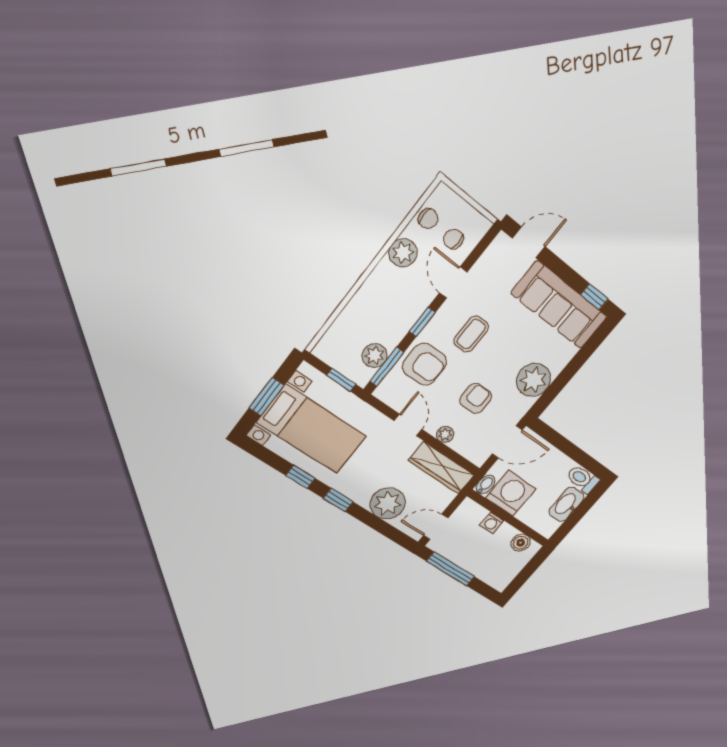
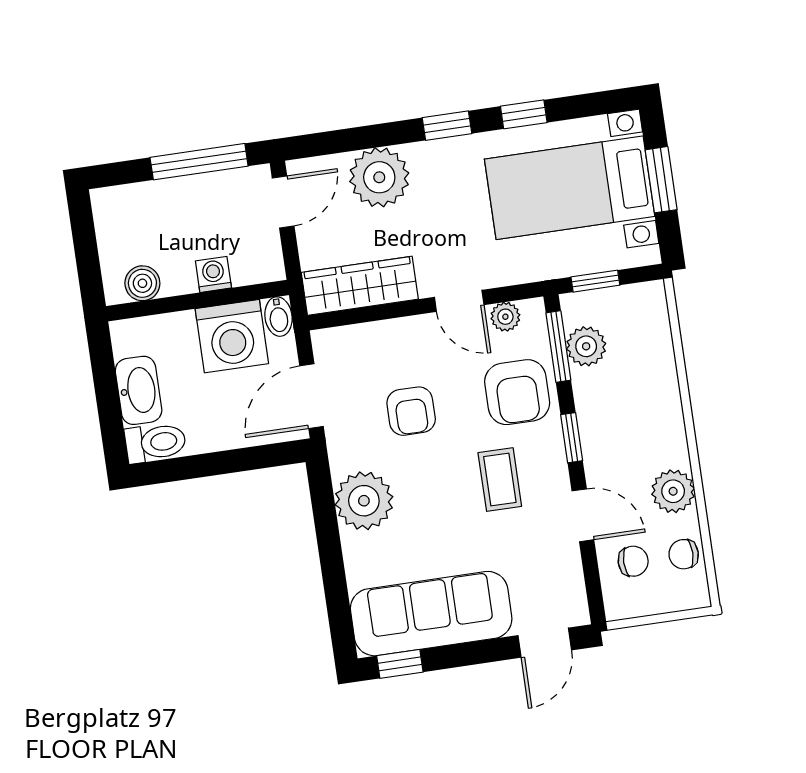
armchair: (425, 364) -> (517, 392), turned -90
plant: (445, 434) -> (505, 317), moved

